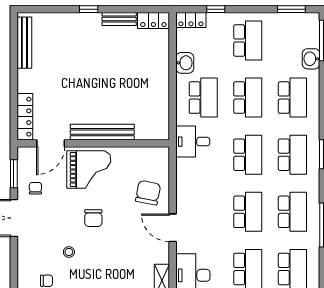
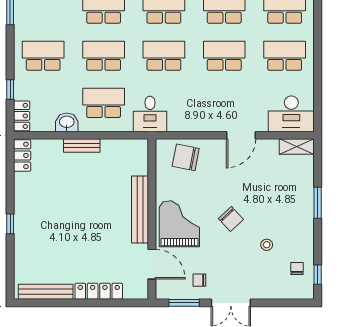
bench: (119, 19) -> (82, 146), moved, turned 90
locker: (25, 117) -> (99, 291), moved
chair: (148, 193) -> (186, 157), moved
chair: (93, 218) -> (231, 219), turned 47

